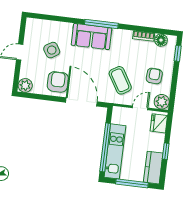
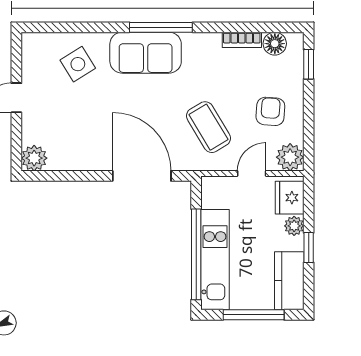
side table: (52, 50) -> (78, 64), moved
armchair: (58, 82) -> (94, 144), removed
plant: (159, 139) -> (294, 226), added

